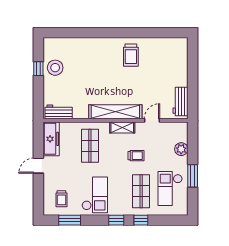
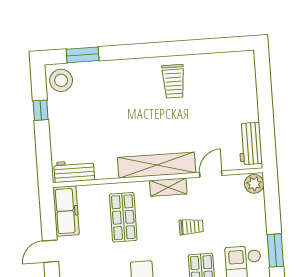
window: (70, 33) -> (83, 55), added
stool: (55, 68) -> (61, 80), moved
plant: (181, 149) -> (254, 184), moved

